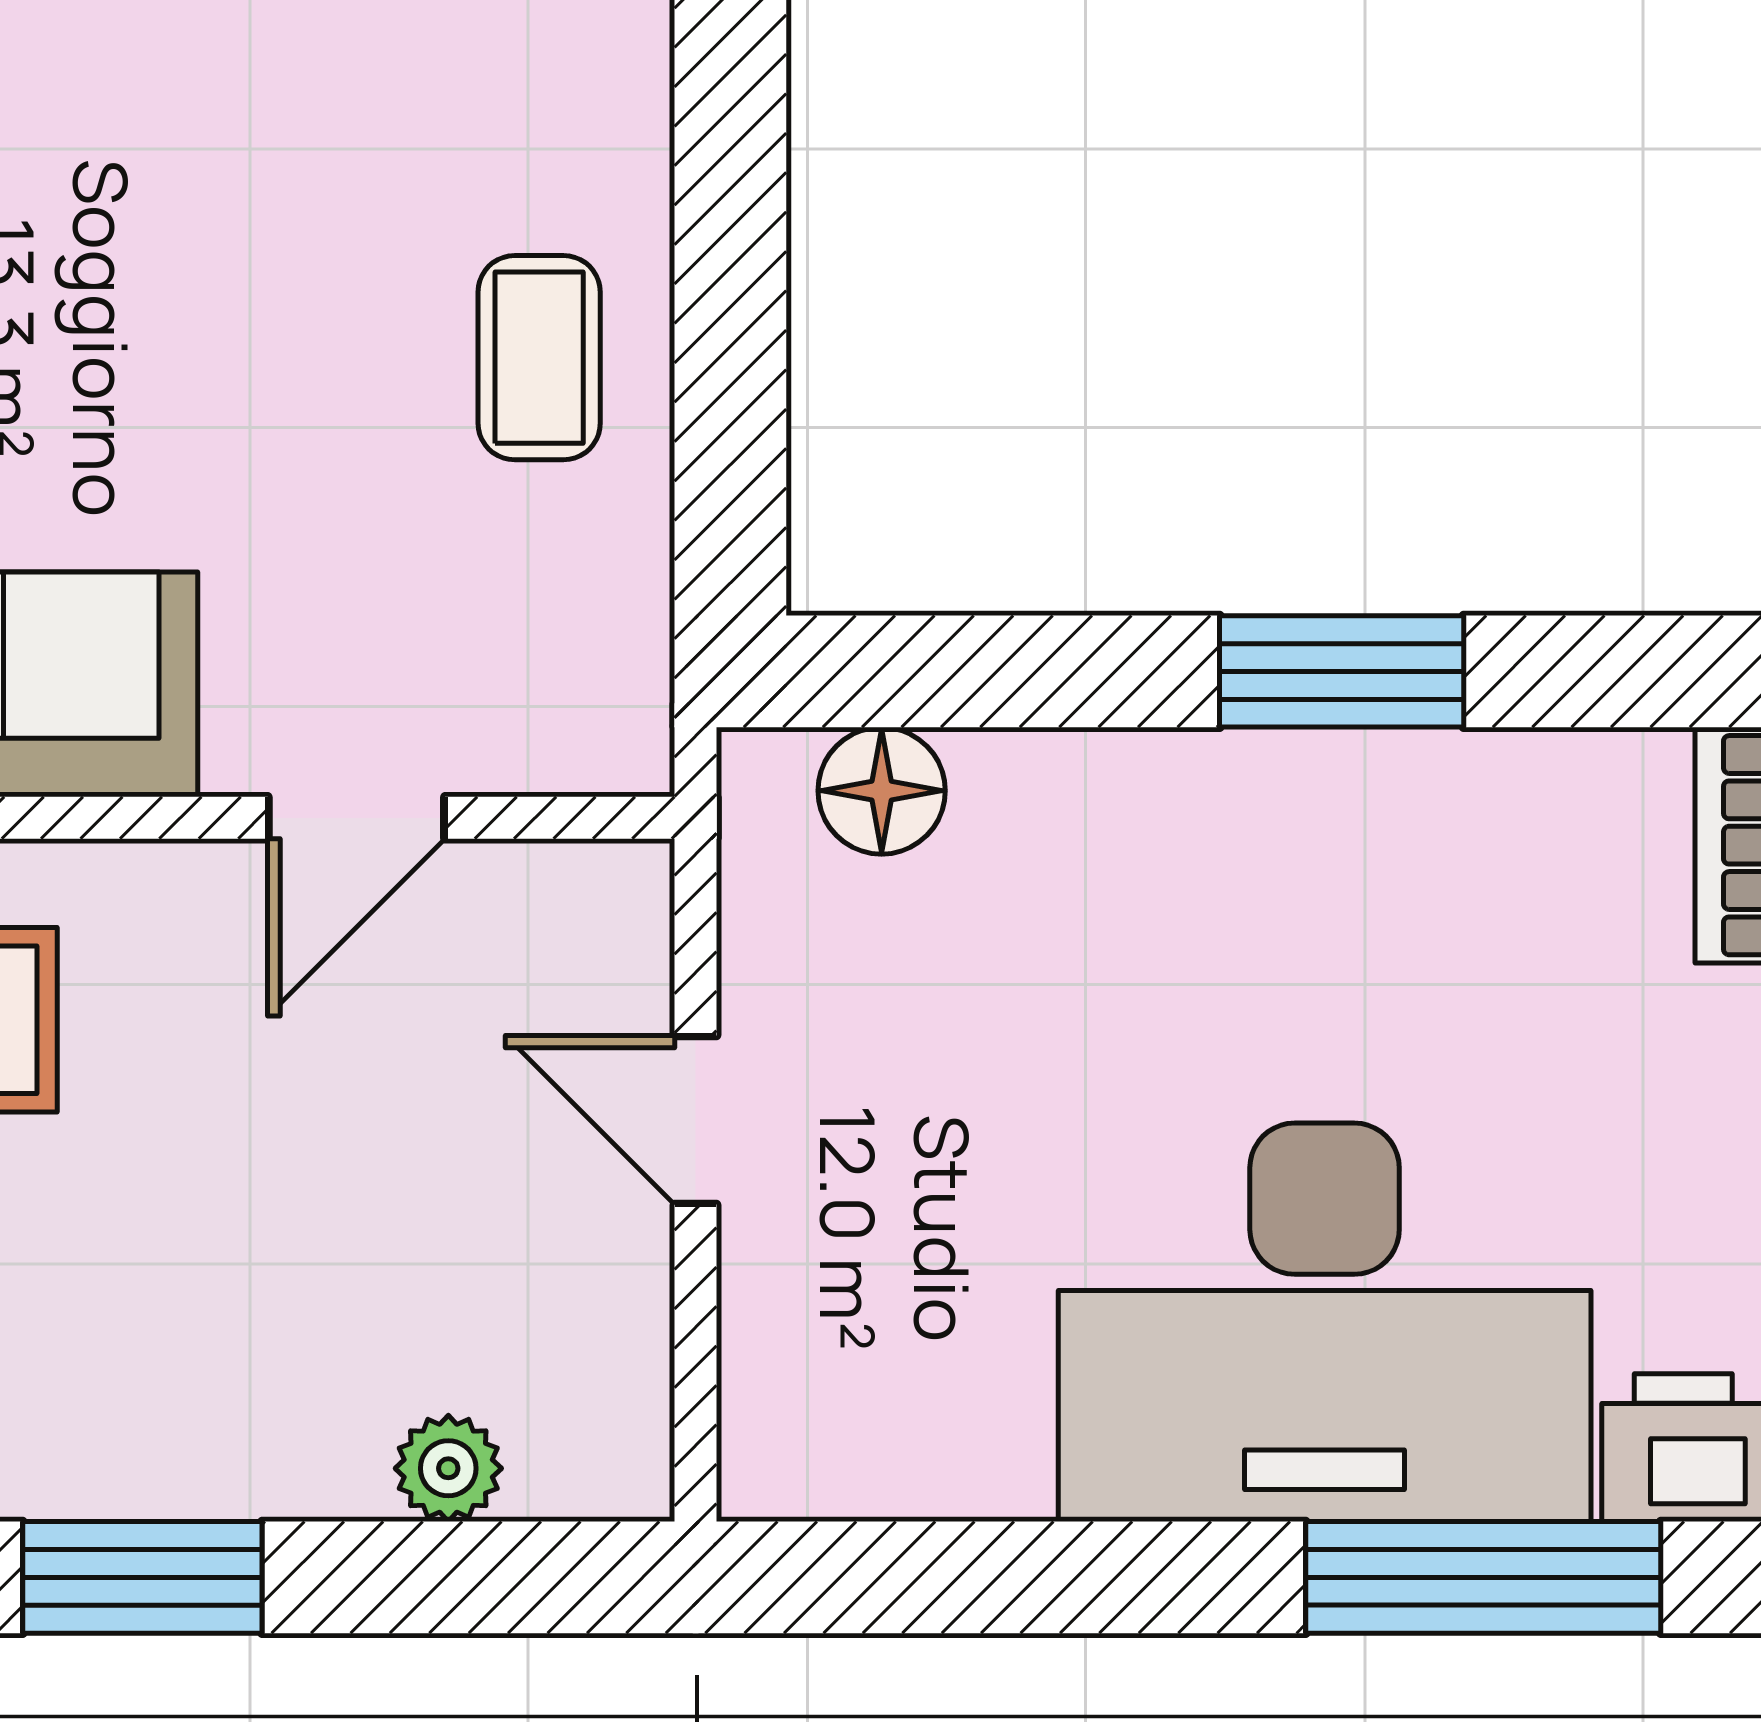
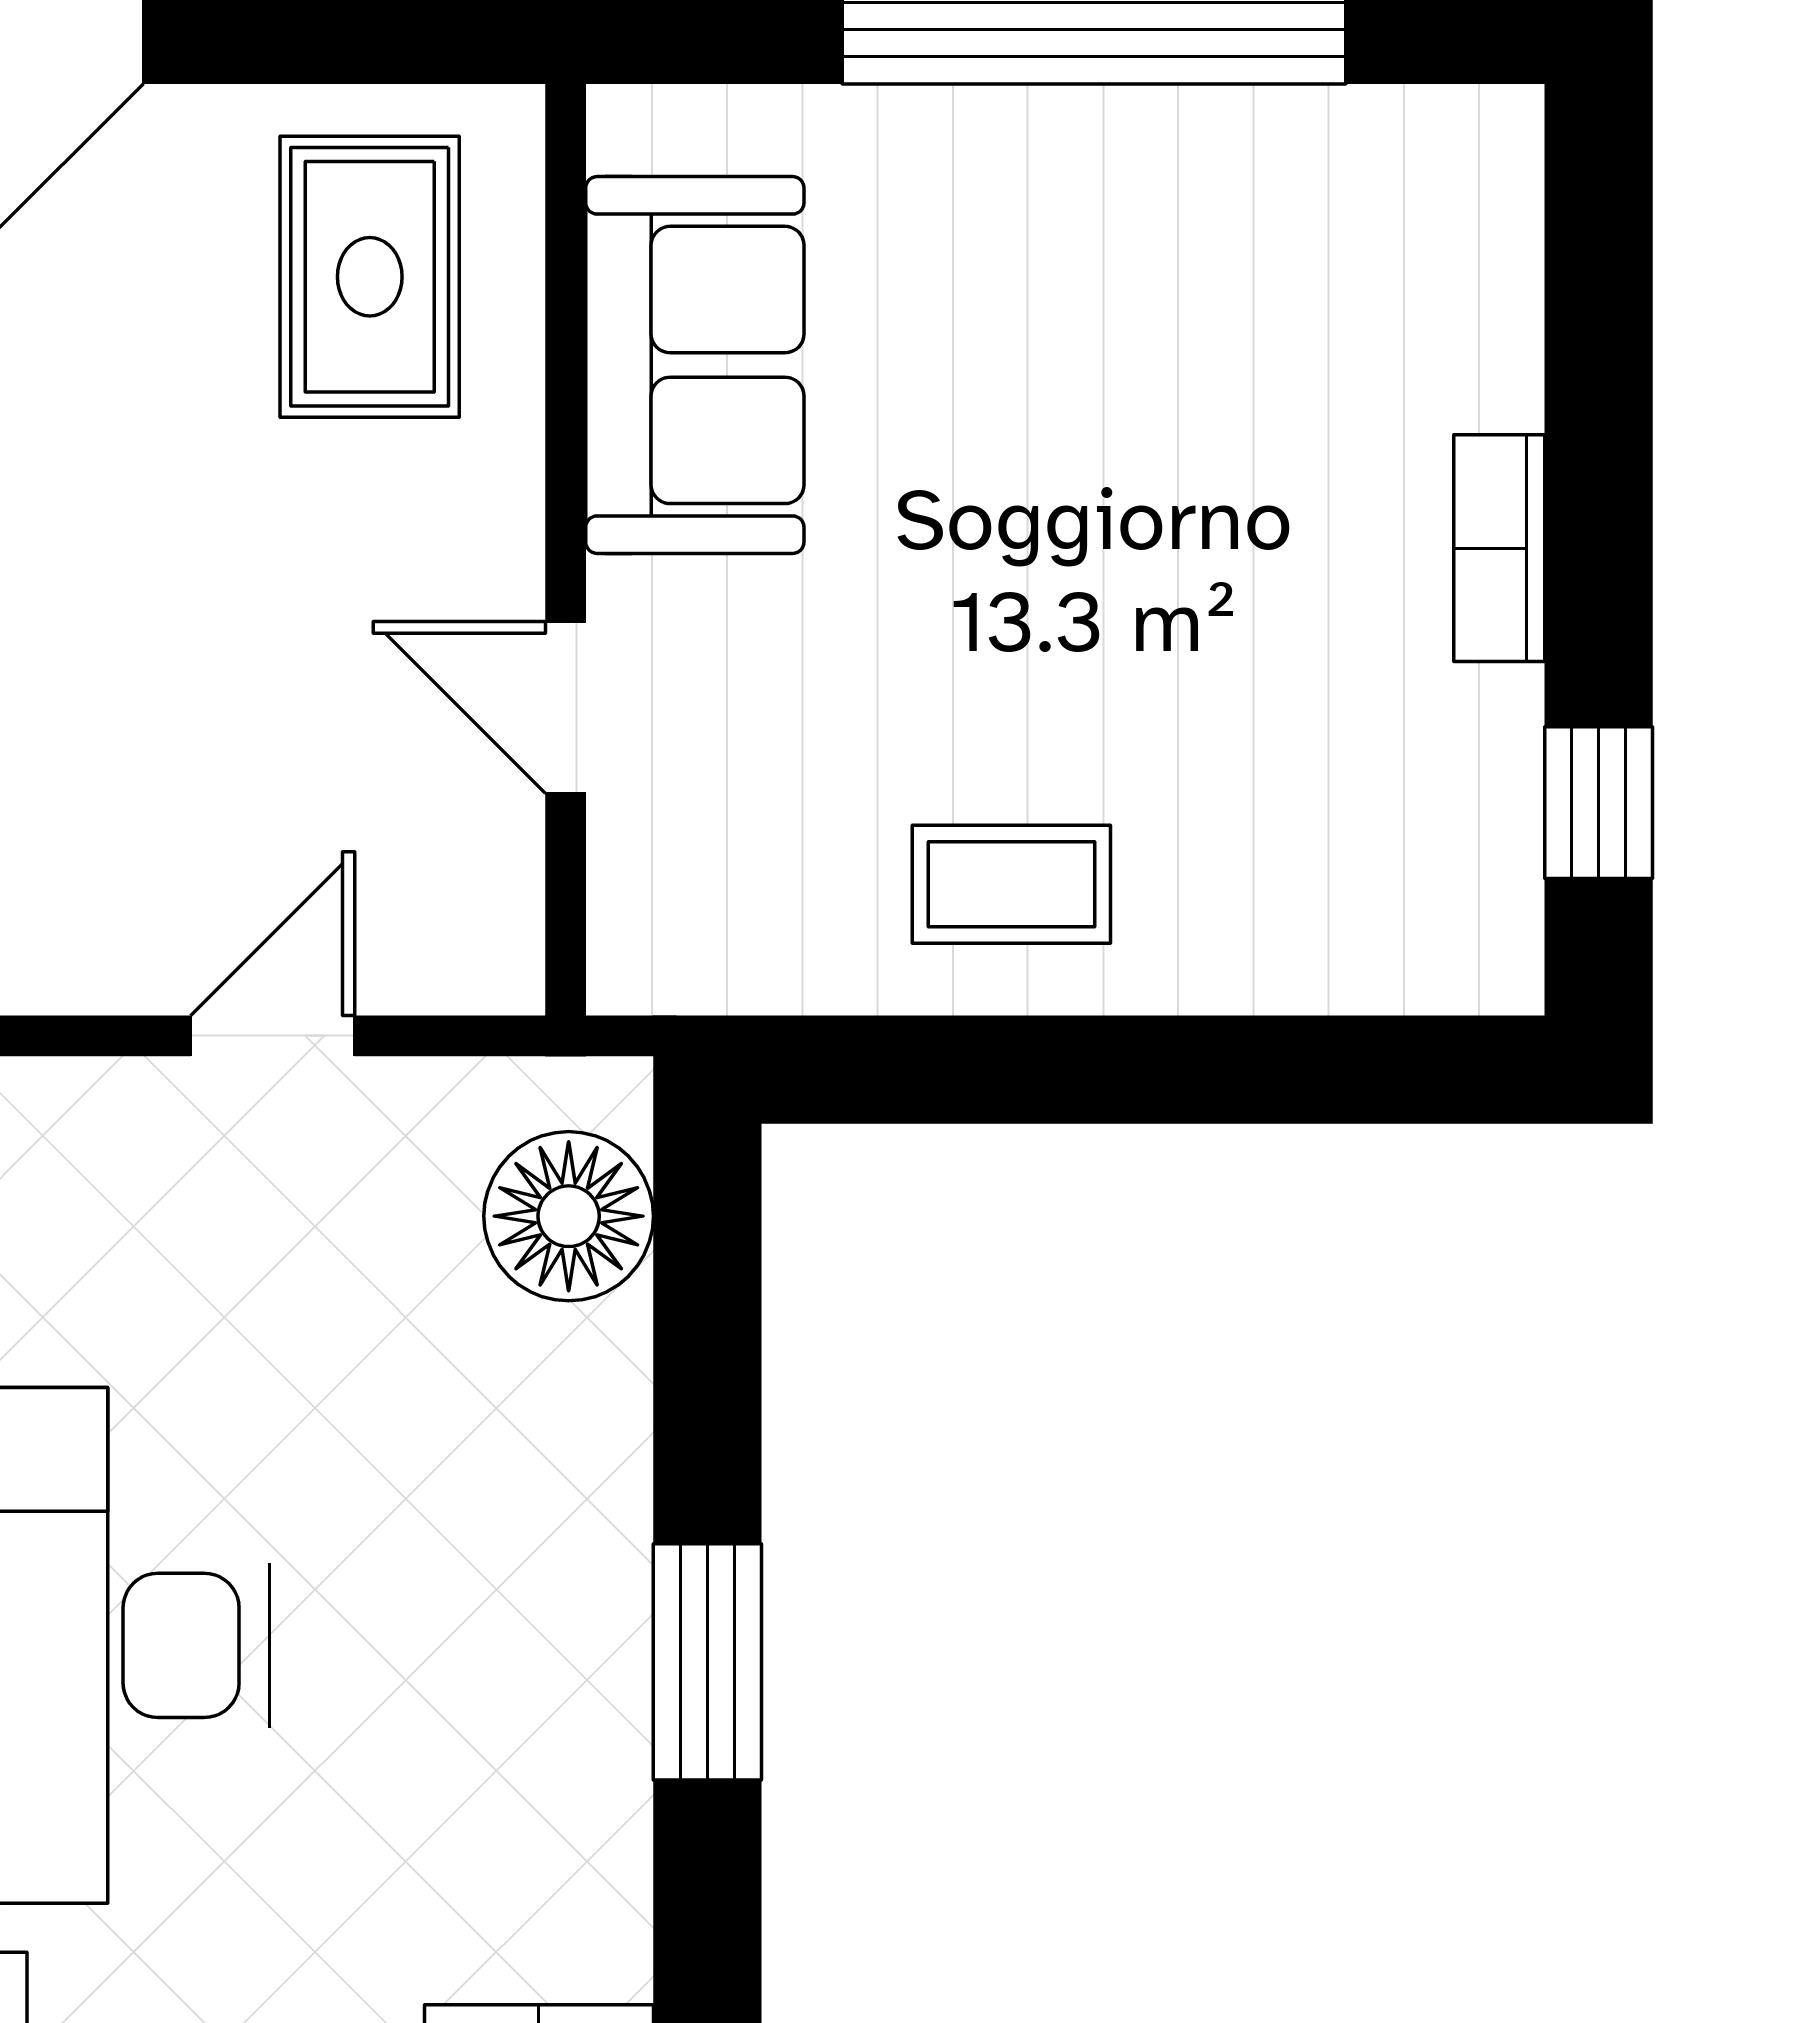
floor lamp: (882, 791) -> (569, 1216), width x1.38, depth x1.38

